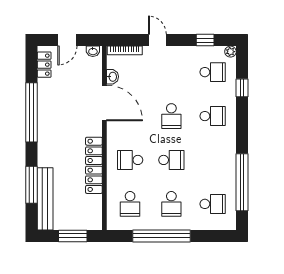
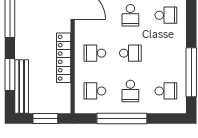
school desk: (130, 204) -> (95, 91), turned 90

